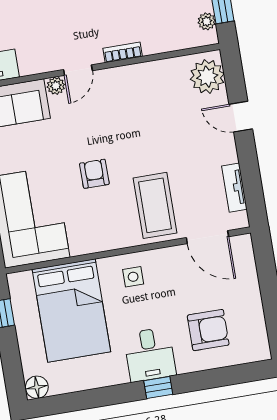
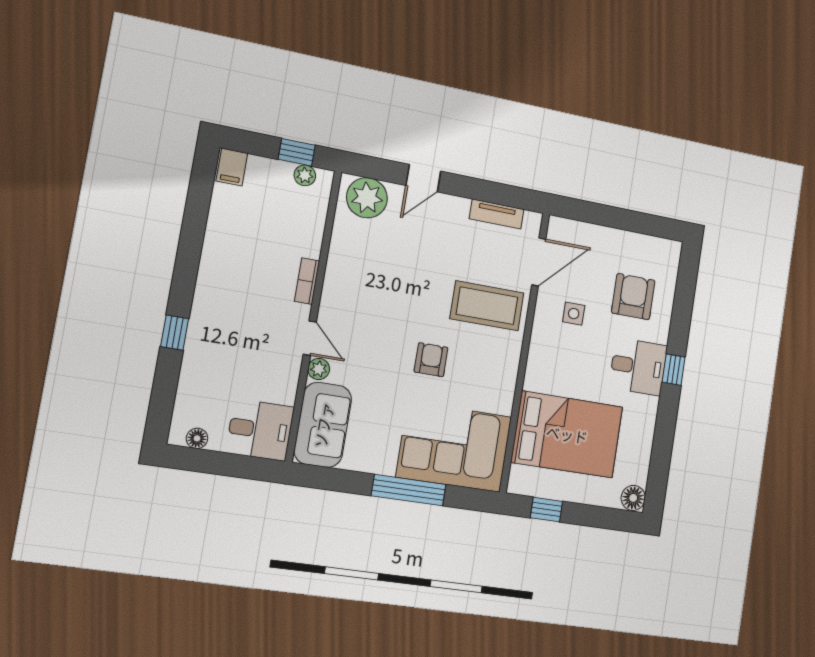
armchair: (94, 174) -> (431, 360), turned 90
side table: (133, 277) -> (574, 314), moved

